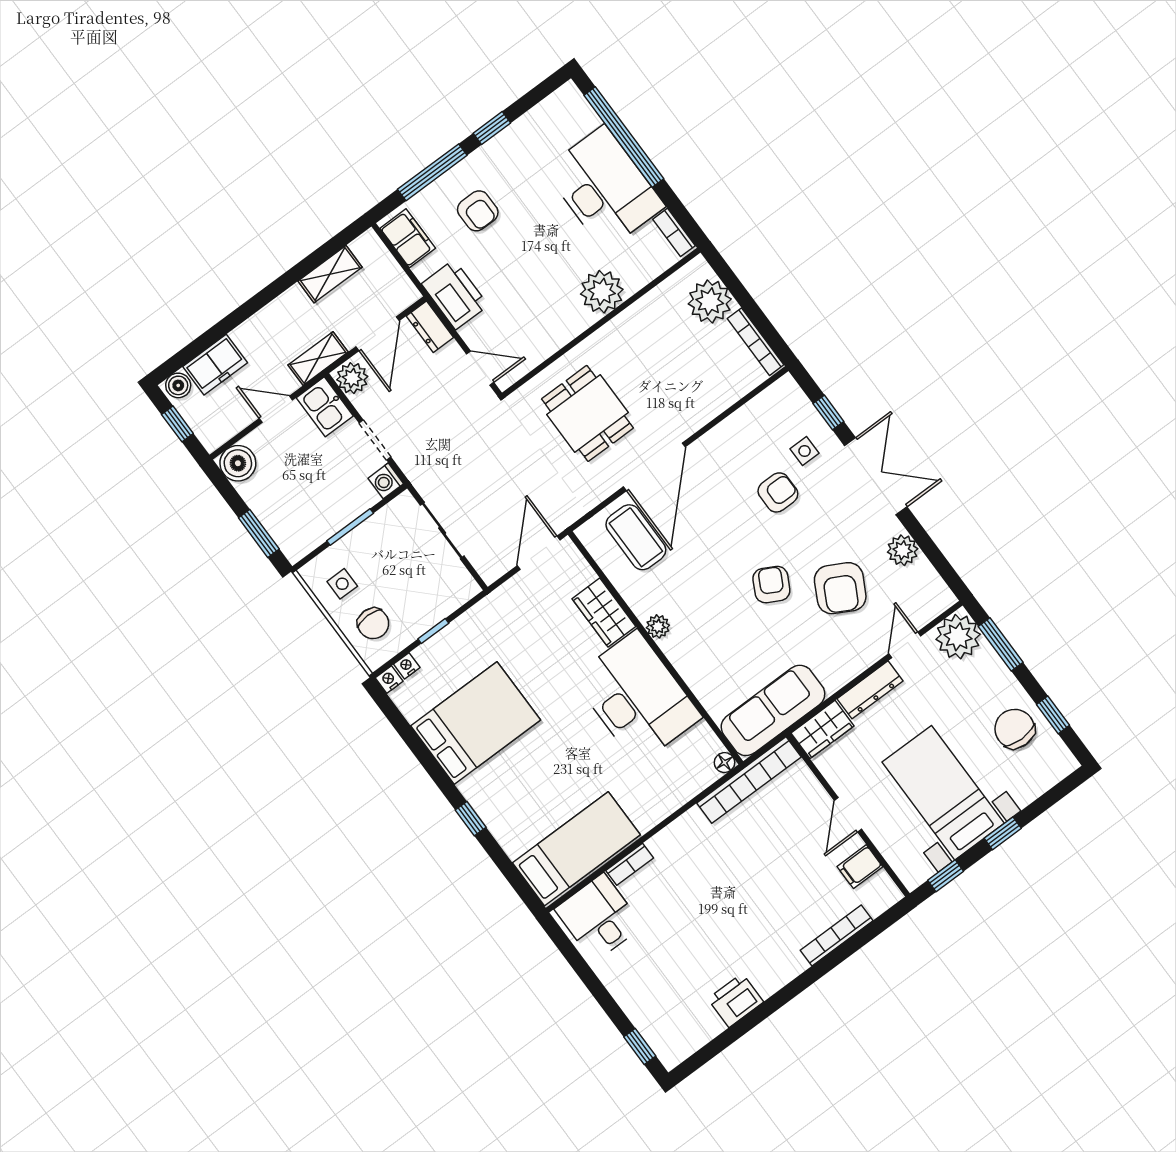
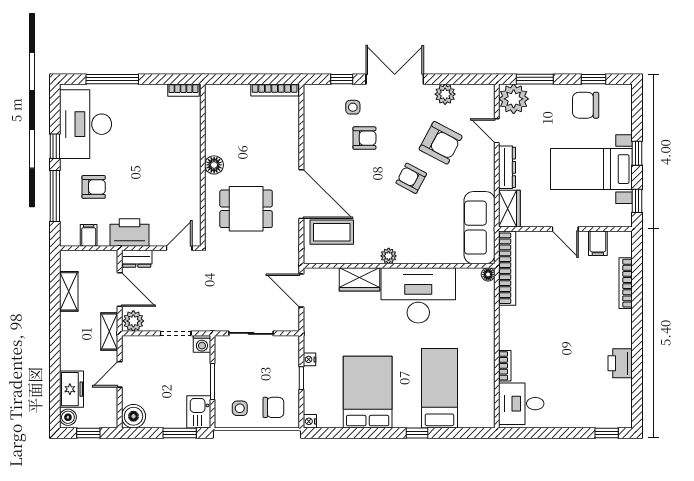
window: (624, 137) -> (112, 79), width x0.68
desk: (604, 188) -> (86, 124), moved, turned -90
filing cabinet: (408, 238) -> (89, 235), width x0.50
plant: (602, 292) -> (186, 153), removed
plant: (710, 301) -> (235, 98), removed
floor lamp: (611, 336) -> (214, 165), added
kitchen sink: (325, 407) -> (199, 412), moved, turned 90
armchair: (778, 492) -> (364, 138), turned 90
nightstand: (407, 666) -> (310, 359), moved
bed: (576, 849) -> (440, 388), moved

